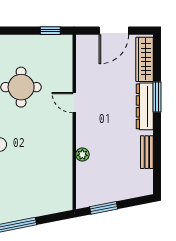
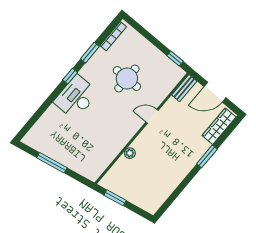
door: (74, 103) -> (152, 116), hinge flipped
dresser: (145, 106) -> (194, 156), removed
bench: (147, 152) -> (184, 88), moved

